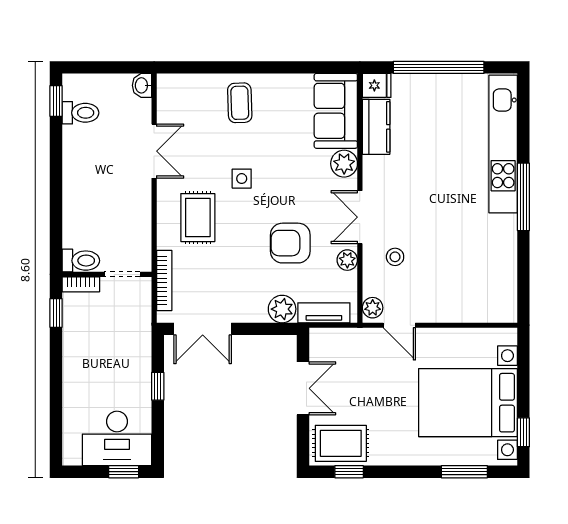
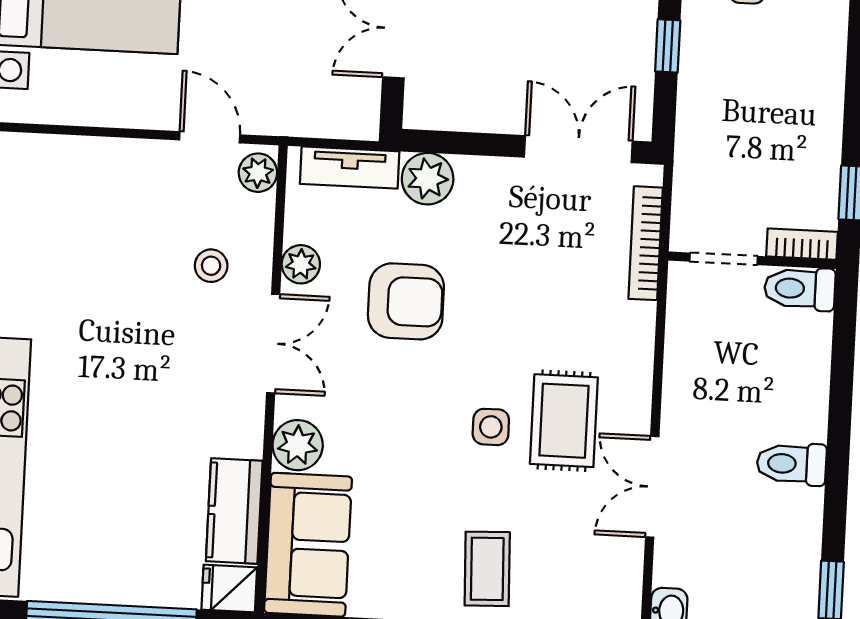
toilet: (80, 113) -> (792, 464), moved
rug: (198, 218) -> (564, 421), moved

